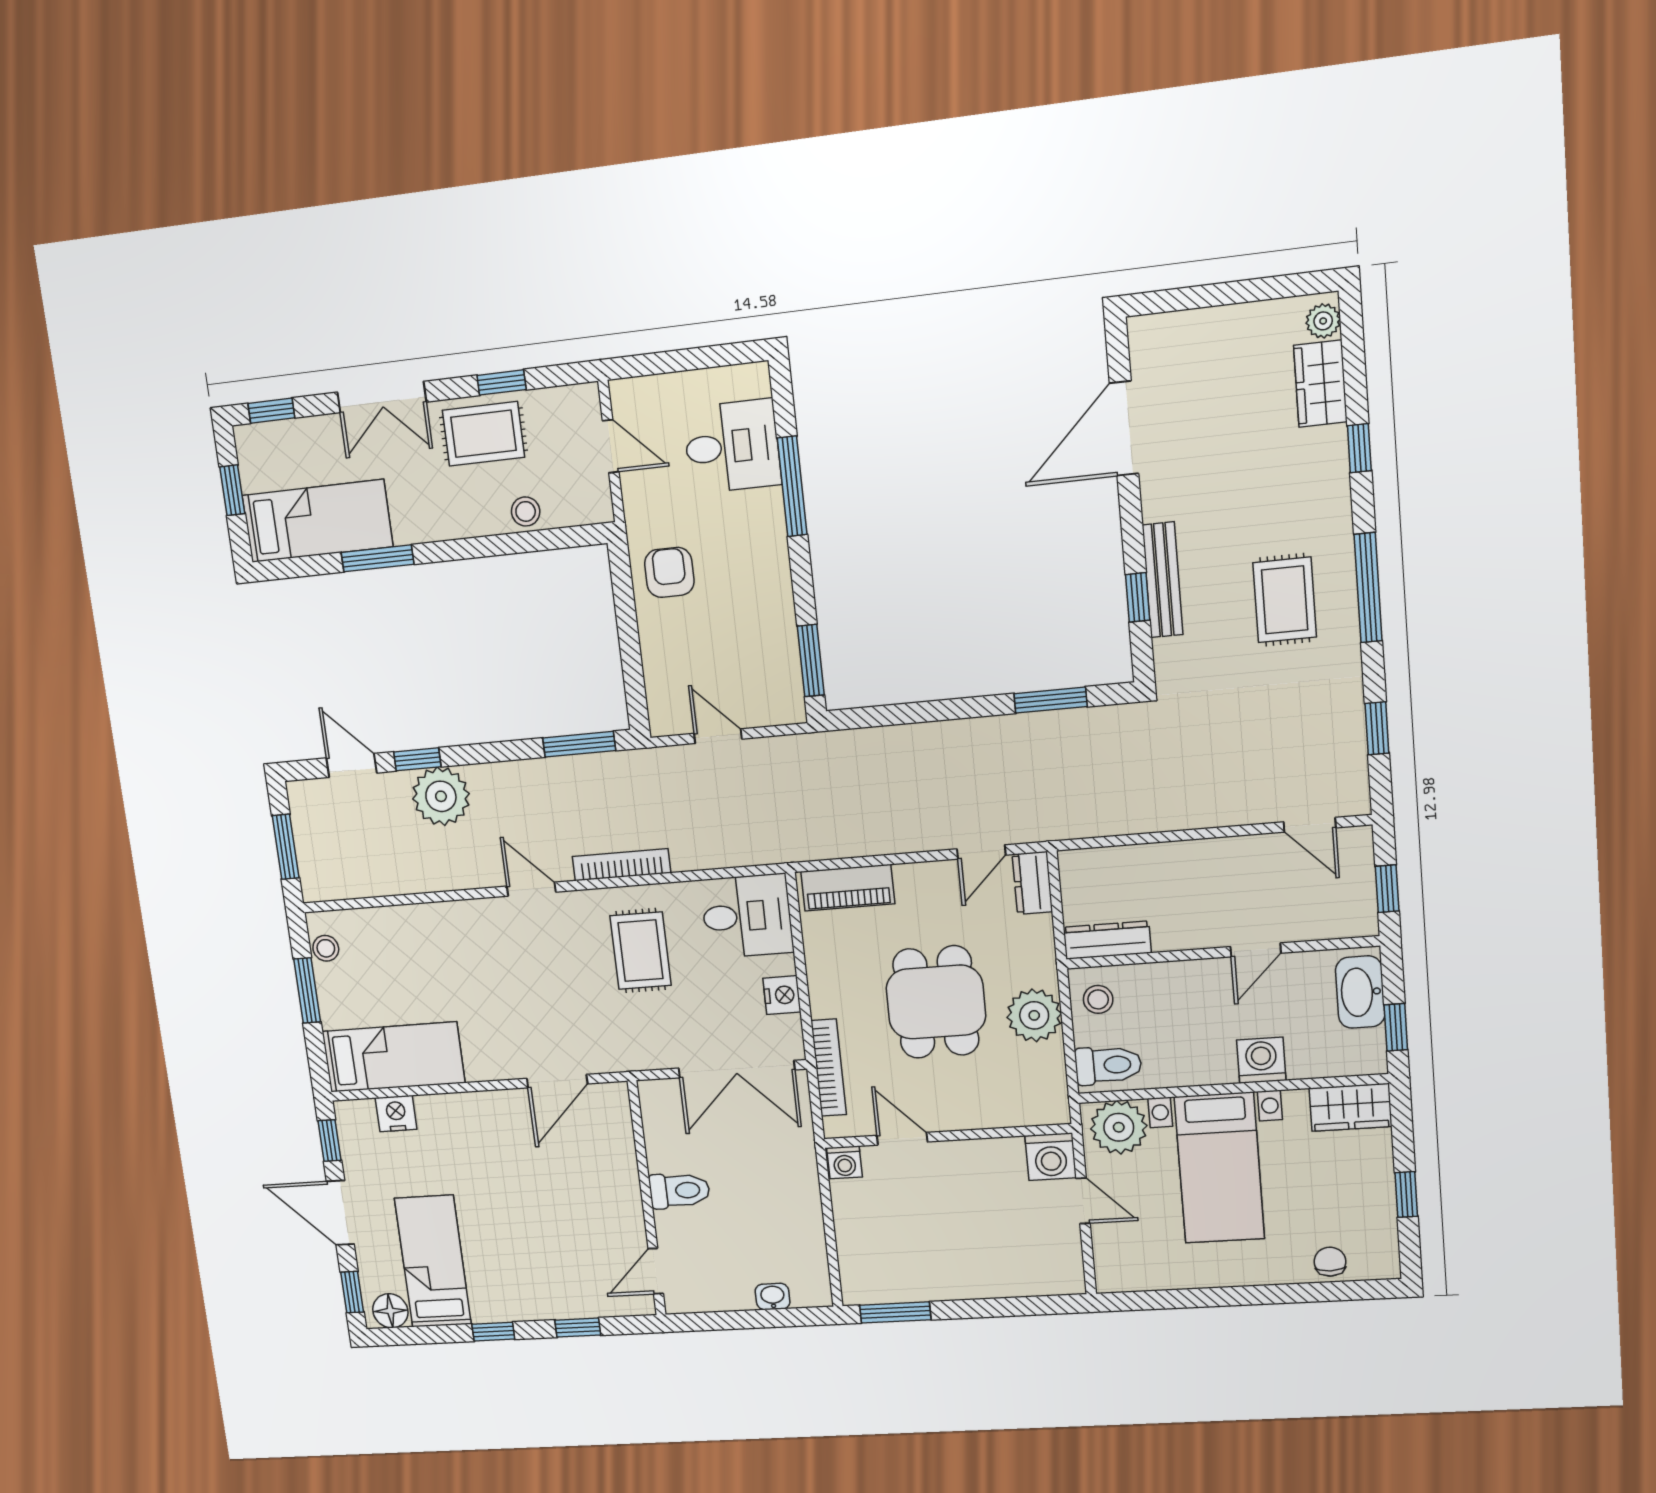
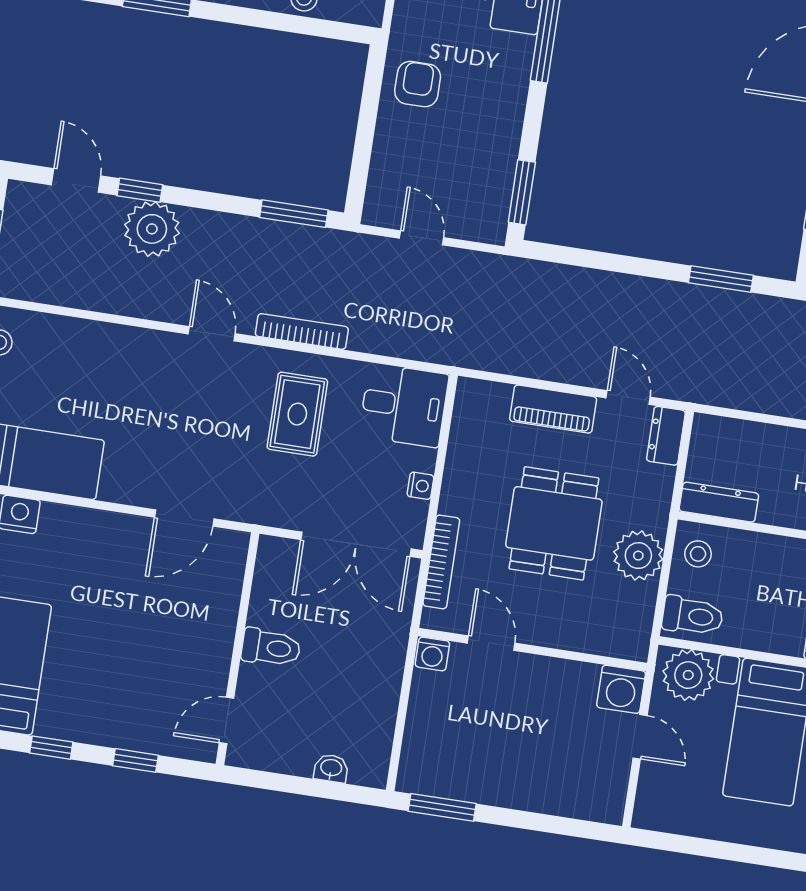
door: (981, 852) -> (628, 397), swing flipped
piano: (848, 888) -> (553, 409), moved
nightstand: (782, 995) -> (420, 486), width x0.72, depth x0.74

